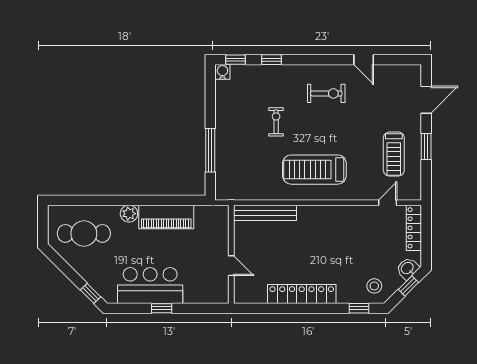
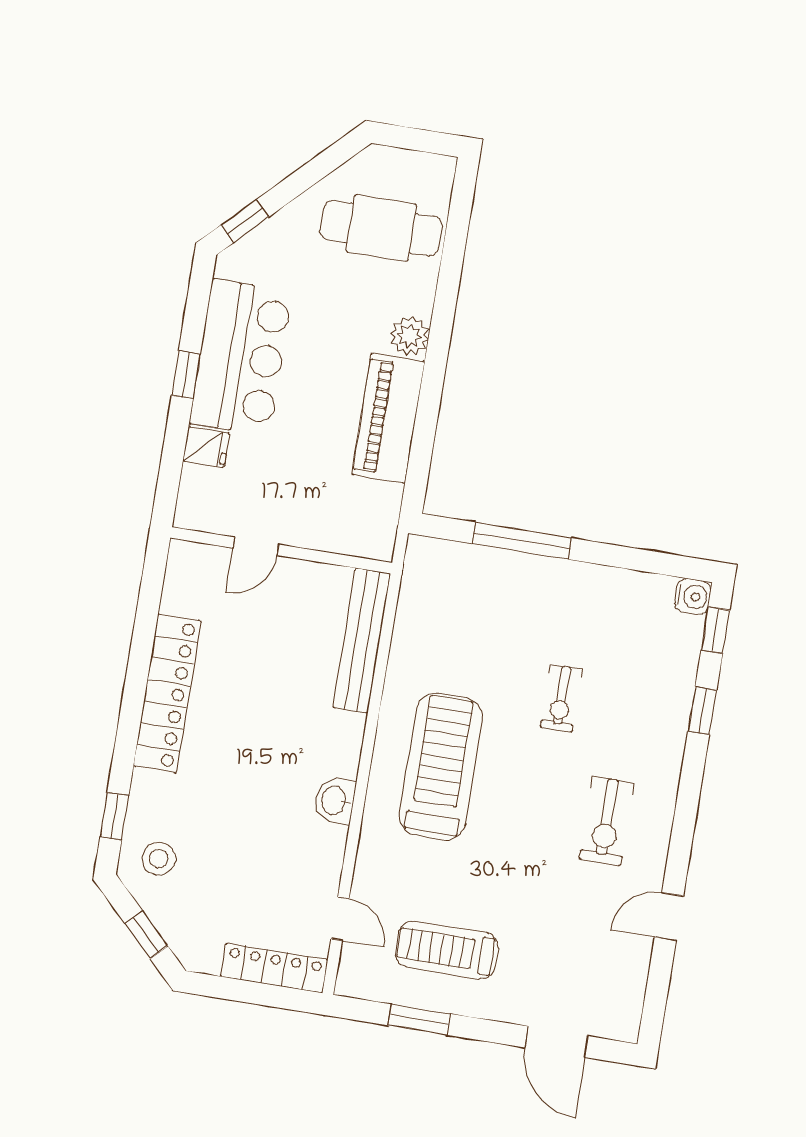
exercise bike: (276, 122) -> (561, 698), turned 90
window: (426, 146) -> (419, 1020), moved
cafe table: (84, 233) -> (381, 228), turned 90
washbasin: (408, 268) -> (335, 800), moved, turned -135
fridge: (192, 294) -> (206, 447), added

